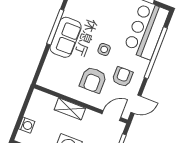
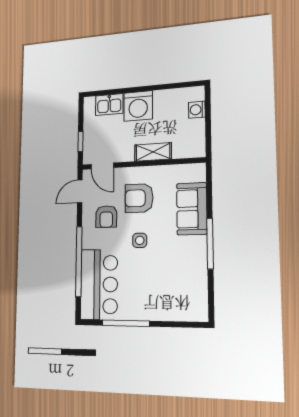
sofa: (66, 37) -> (192, 209), moved
armchair: (93, 80) -> (139, 198), turned -90
door: (111, 116) -> (102, 166), hinge flipped

